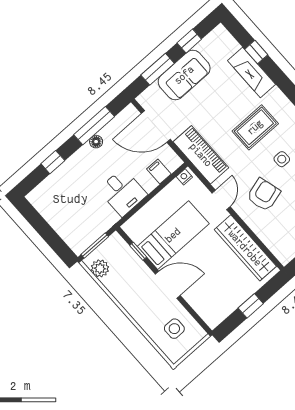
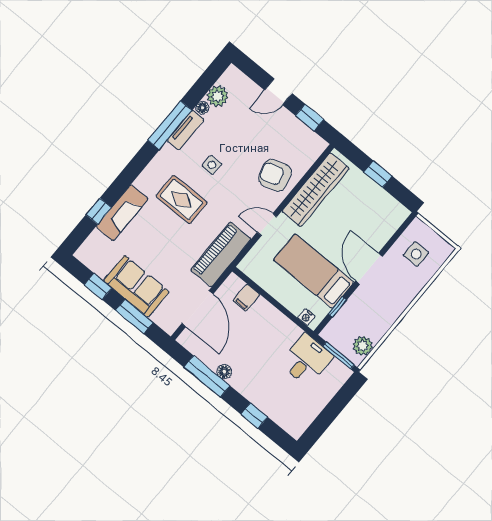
nightstand: (184, 177) -> (306, 317), moved
desk: (123, 192) -> (306, 360), moved
armchair: (264, 195) -> (275, 175), moved

